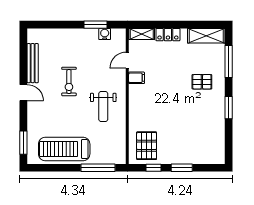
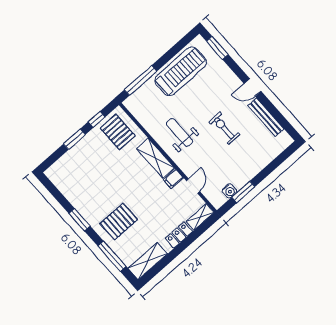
pallet: (202, 82) -> (119, 222), width x1.50, depth x1.42
shelving: (136, 103) -> (156, 158), added

